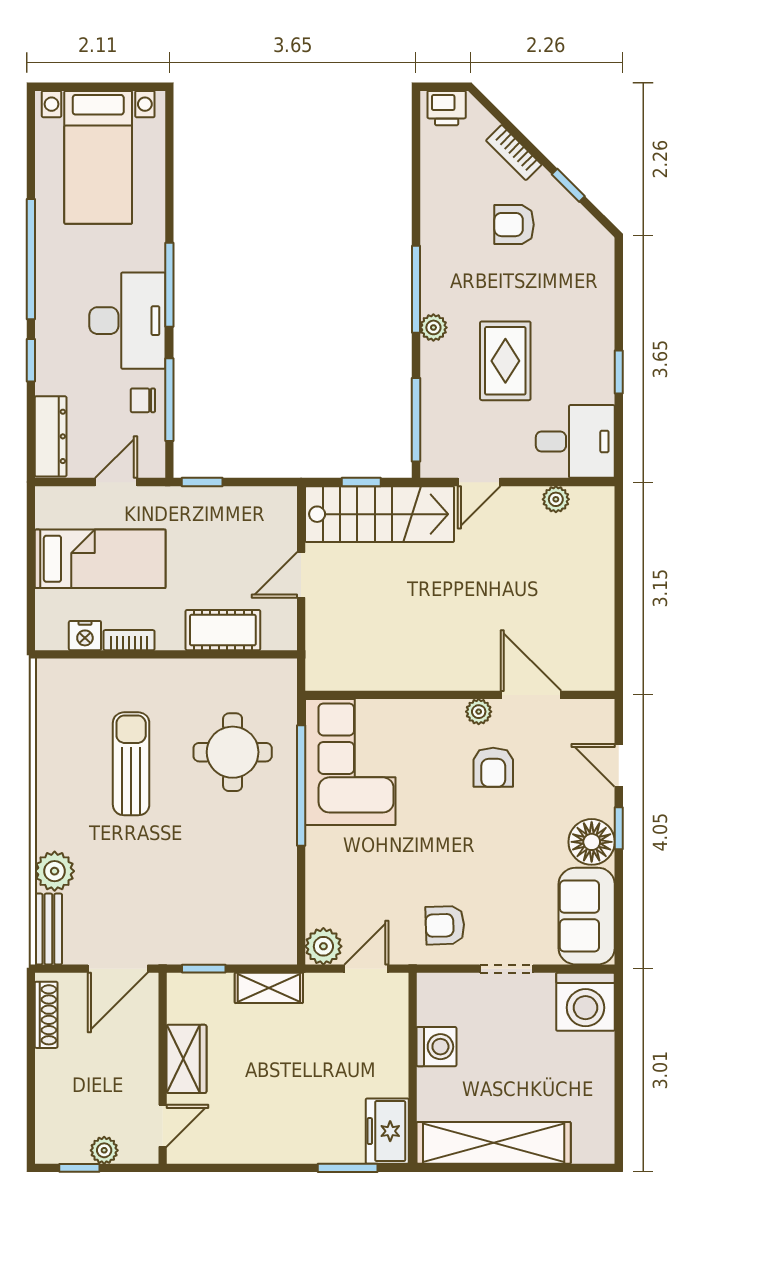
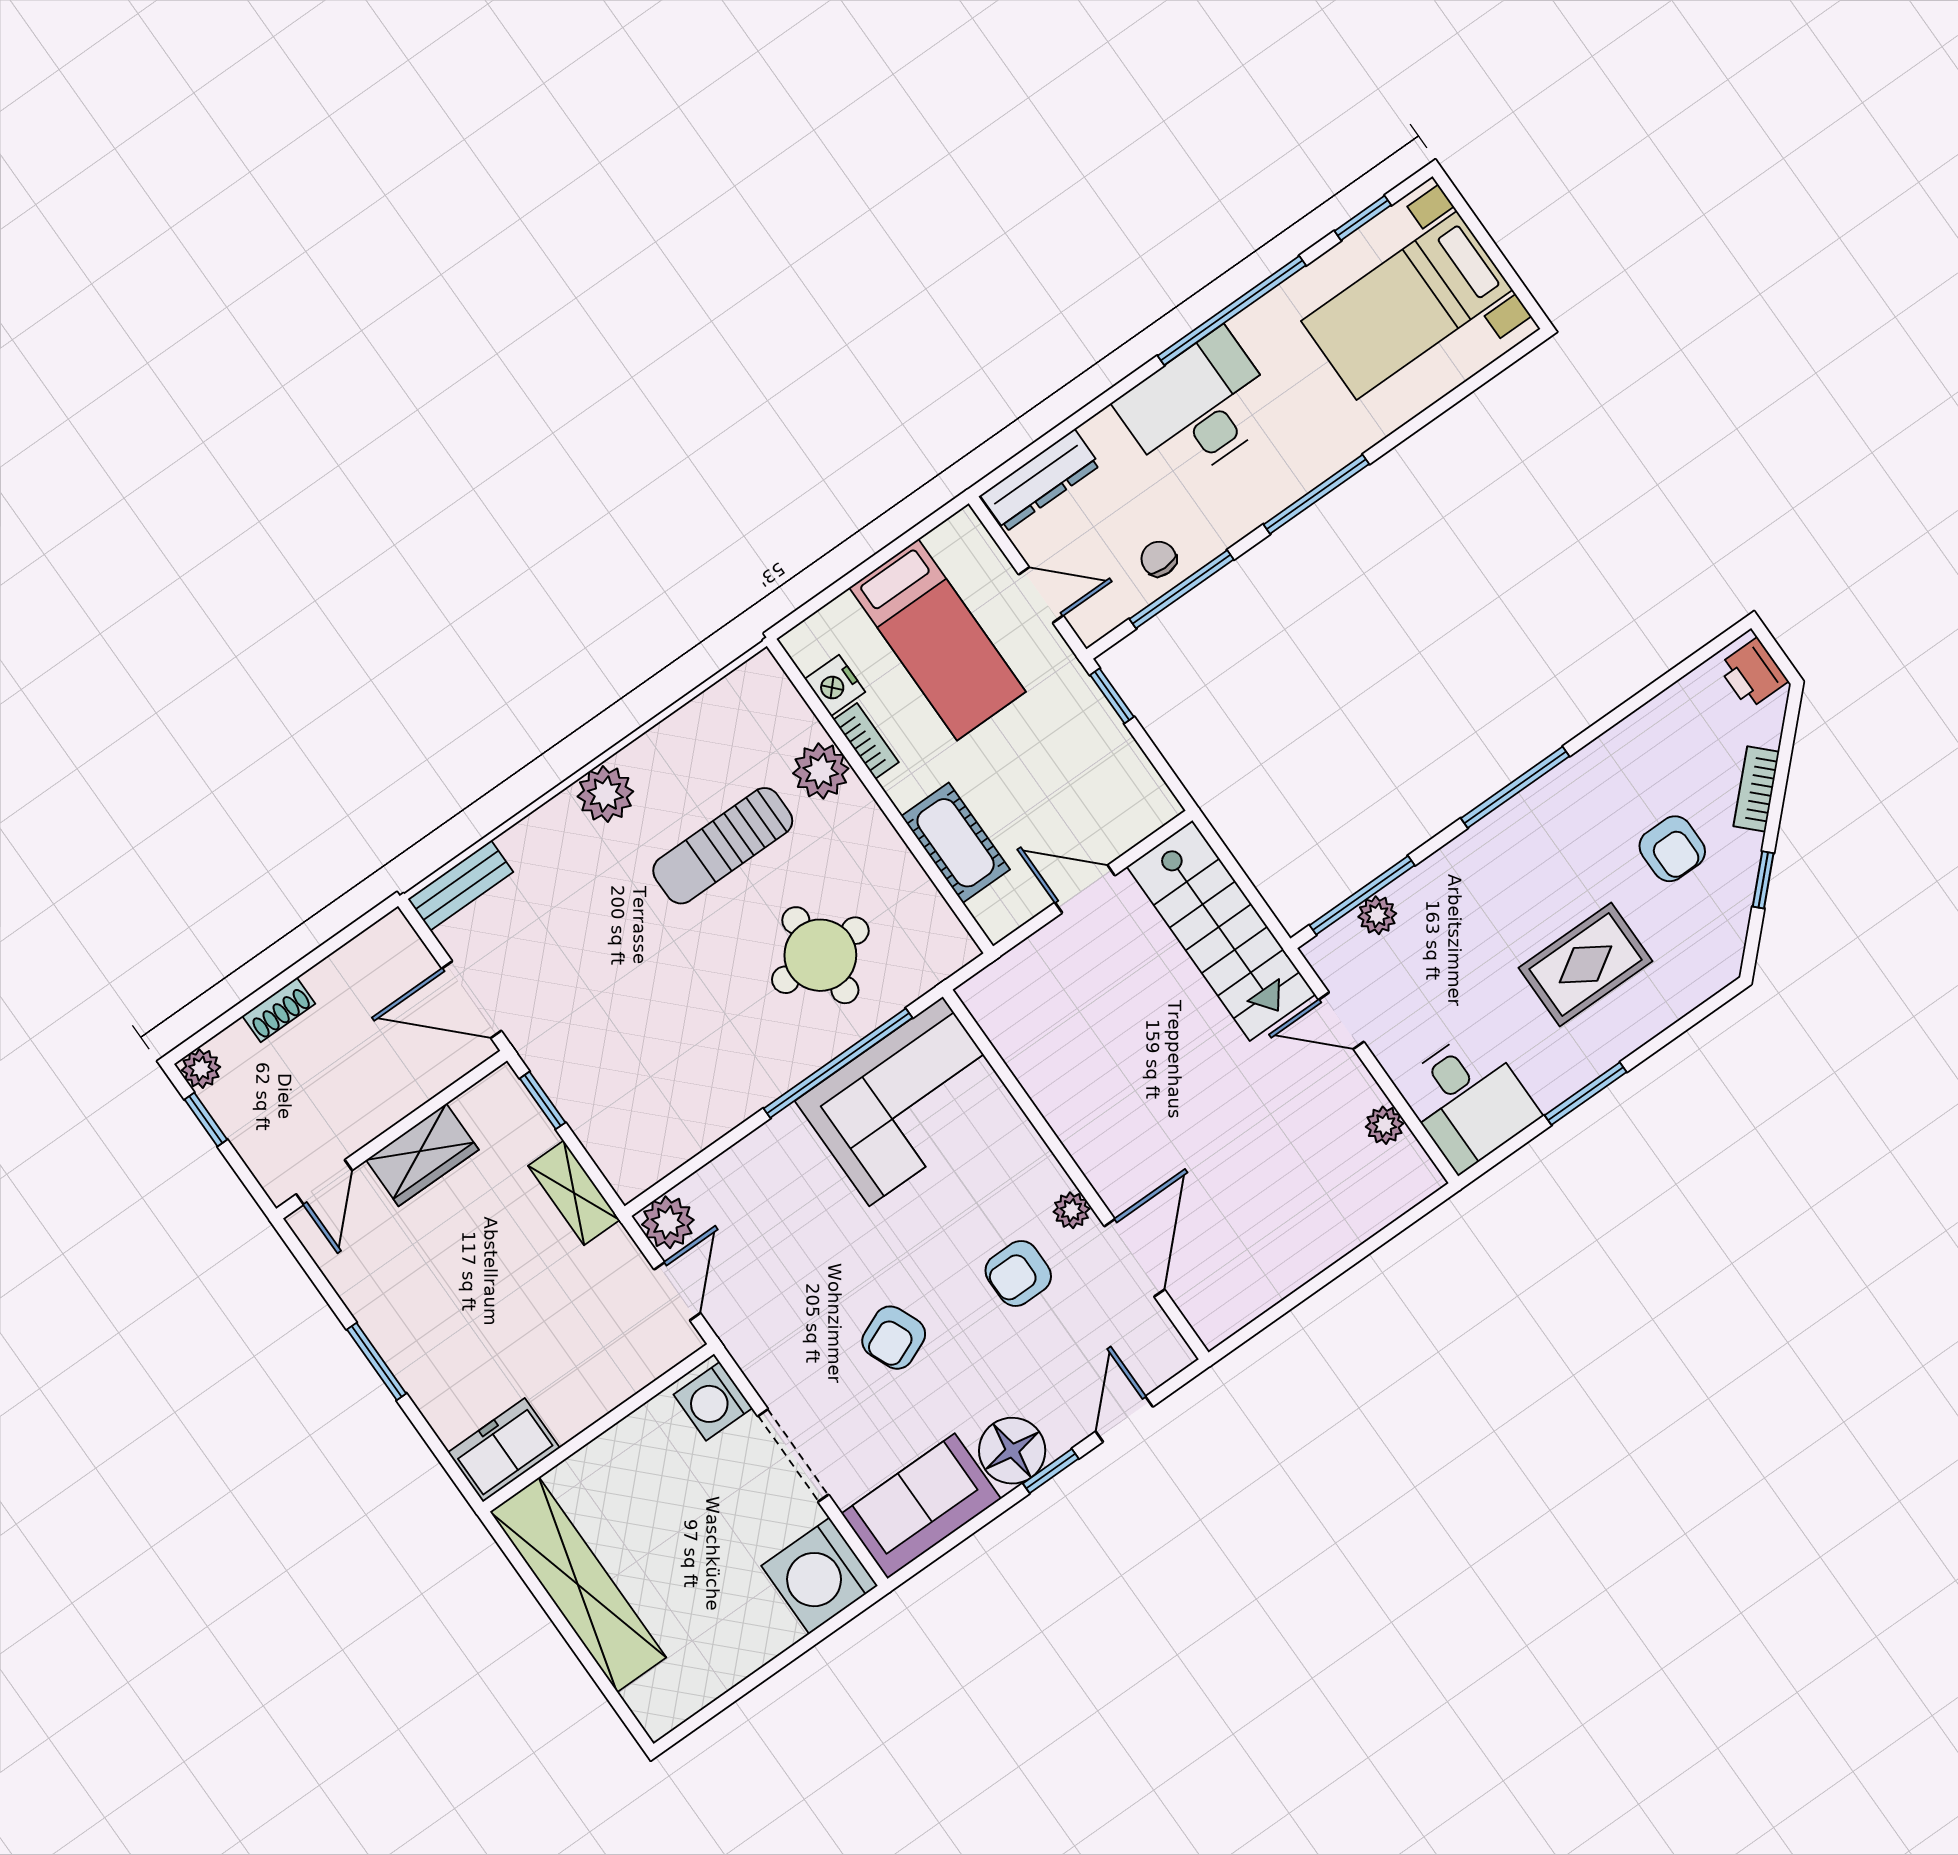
armchair: (514, 225) -> (1672, 849), turned 180
desk: (127, 321) -> (1198, 408), moved, turned 180
plant: (433, 327) -> (1377, 915), moved
window: (31, 360) -> (1363, 218), moved
rug: (505, 361) -> (1586, 964), moved
window: (619, 372) -> (1586, 1094), width x1.50
window: (361, 482) -> (1244, 883), removed
plant: (128, 678) -> (821, 771), added
sun lounger: (131, 764) -> (723, 846), turned 180
plant: (55, 871) -> (605, 794), moved
armchair: (445, 925) -> (894, 1338), moved, turned -111
door: (366, 969) -> (677, 1291), hinge flipped
doorway: (506, 969) -> (793, 1455), width x1.38
shoe rack: (46, 1015) -> (279, 1010), moved, width x0.70
washing machine: (436, 1047) -> (713, 1401), moved, turned 90
door: (163, 1126) -> (324, 1182), hinge flipped
plant: (104, 1150) -> (201, 1069), moved
window: (348, 1168) -> (377, 1361), moved

